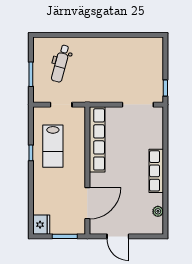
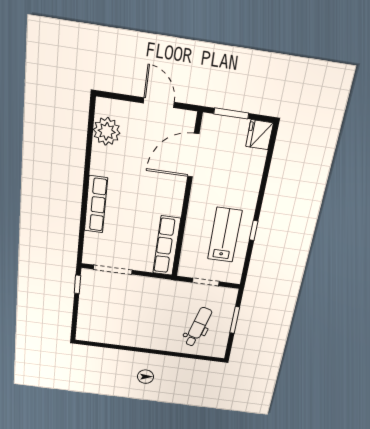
row of seats: (97, 139) -> (167, 246), width x0.73
row of seats: (156, 171) -> (96, 204), moved
plant: (158, 211) -> (107, 131), width x1.88, depth x1.88

